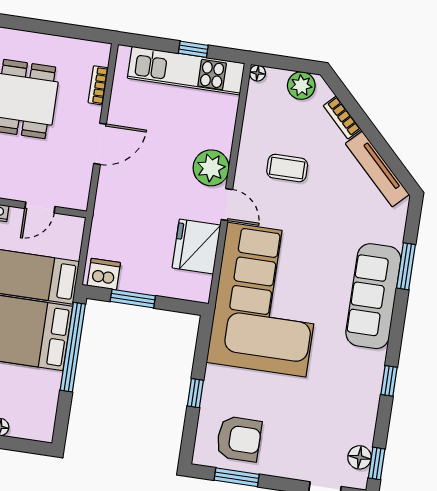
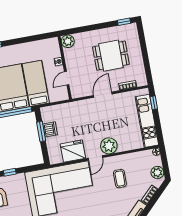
window: (193, 49) -> (154, 103), moved
door: (100, 144) -> (103, 95), swing flipped
door: (40, 207) -> (67, 78), hinge flipped
dishwasher: (104, 274) -> (50, 129), moved

